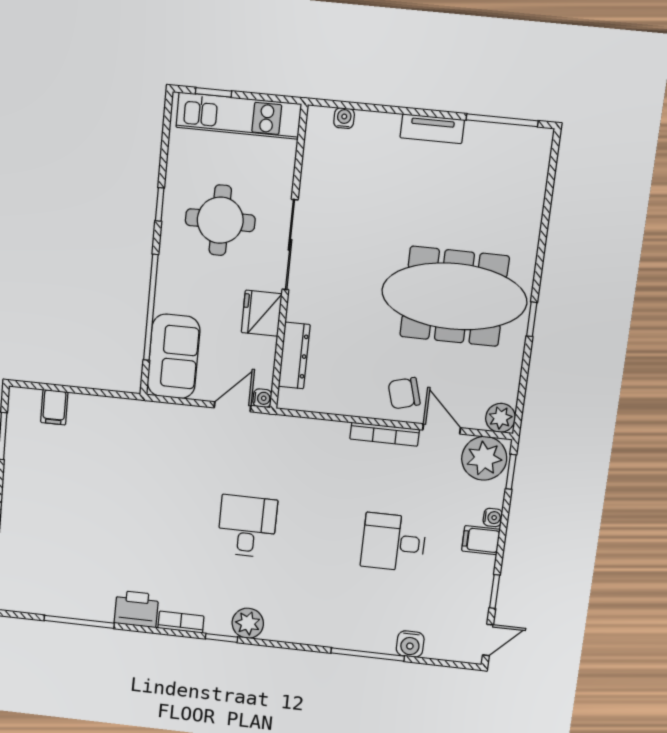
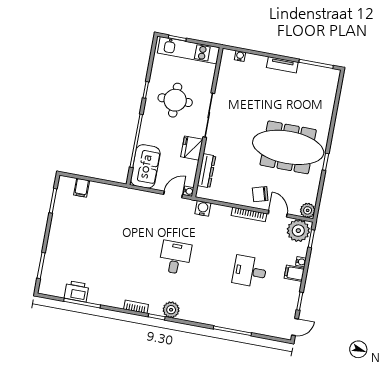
printer: (136, 609) -> (77, 291), moved
water cooler: (410, 644) -> (203, 208), moved, turned 180

